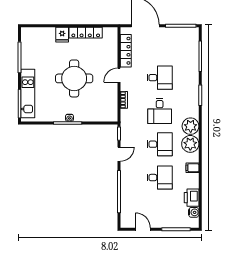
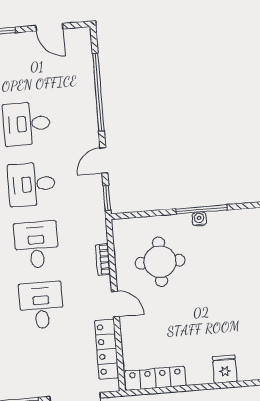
locker: (86, 33) -> (155, 378), moved
door: (119, 75) -> (115, 304), hinge flipped
round table: (74, 78) -> (160, 262), moved, width x0.73, depth x0.73
desk: (160, 78) -> (41, 305), turned 90

